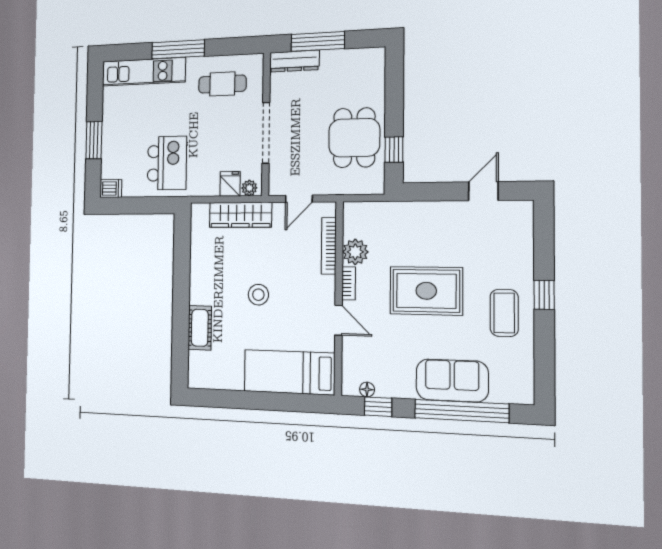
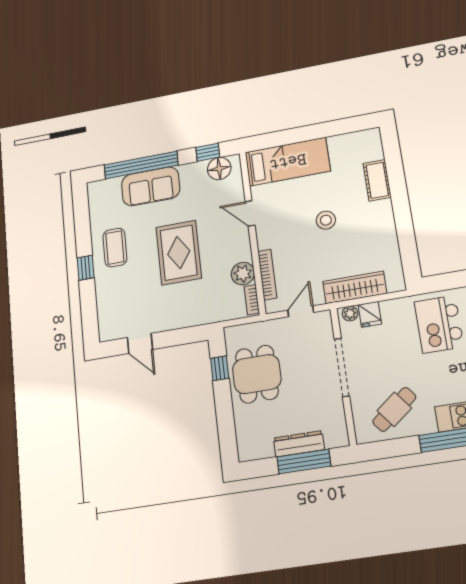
dresser: (294, 61) -> (299, 444), moved
cafe table: (222, 84) -> (394, 409), turned -38
door: (483, 191) -> (140, 343), hinge flipped
bookcase: (349, 283) -> (252, 300), moved
rug: (426, 291) -> (179, 253), turned 90
floor lamp: (367, 389) -> (219, 169), width x1.89, depth x1.89

